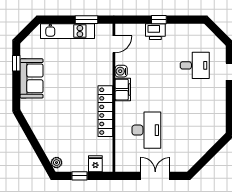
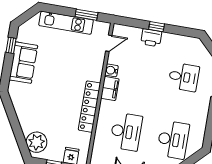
desk: (195, 130) -> (173, 140), added
plant: (56, 163) -> (36, 142), width x1.88, depth x1.88

